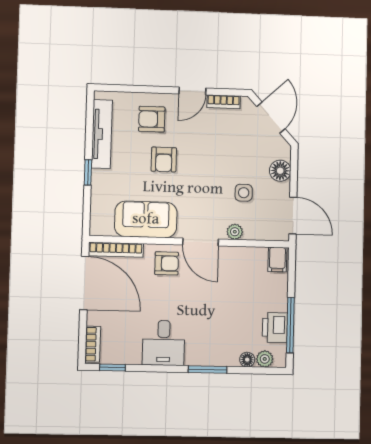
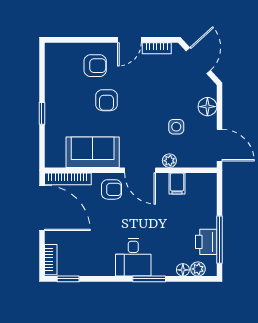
armchair: (152, 119) -> (95, 66), turned 180
tv unit: (102, 134) -> (53, 80), removed
filing cabinet: (277, 260) -> (177, 184), moved
desk: (164, 343) -> (133, 257), moved

